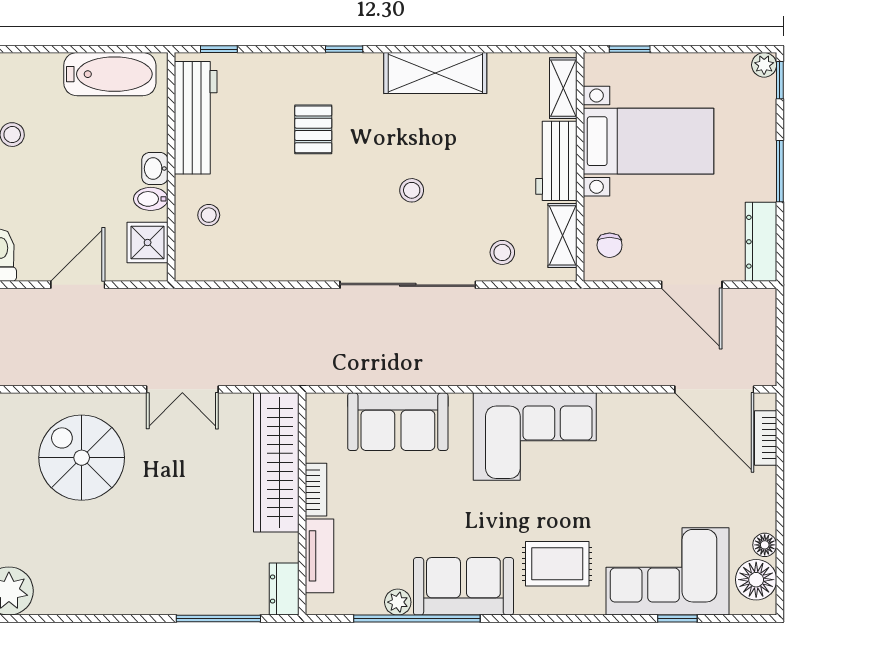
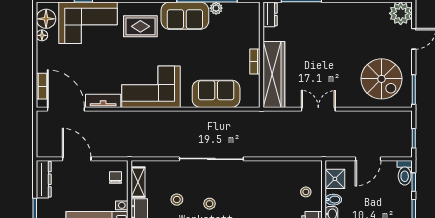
stool: (502, 252) -> (177, 200), moved
spiral stairs: (82, 458) -> (381, 79), moved
tv unit: (320, 556) -> (103, 101), moved, turned 90

